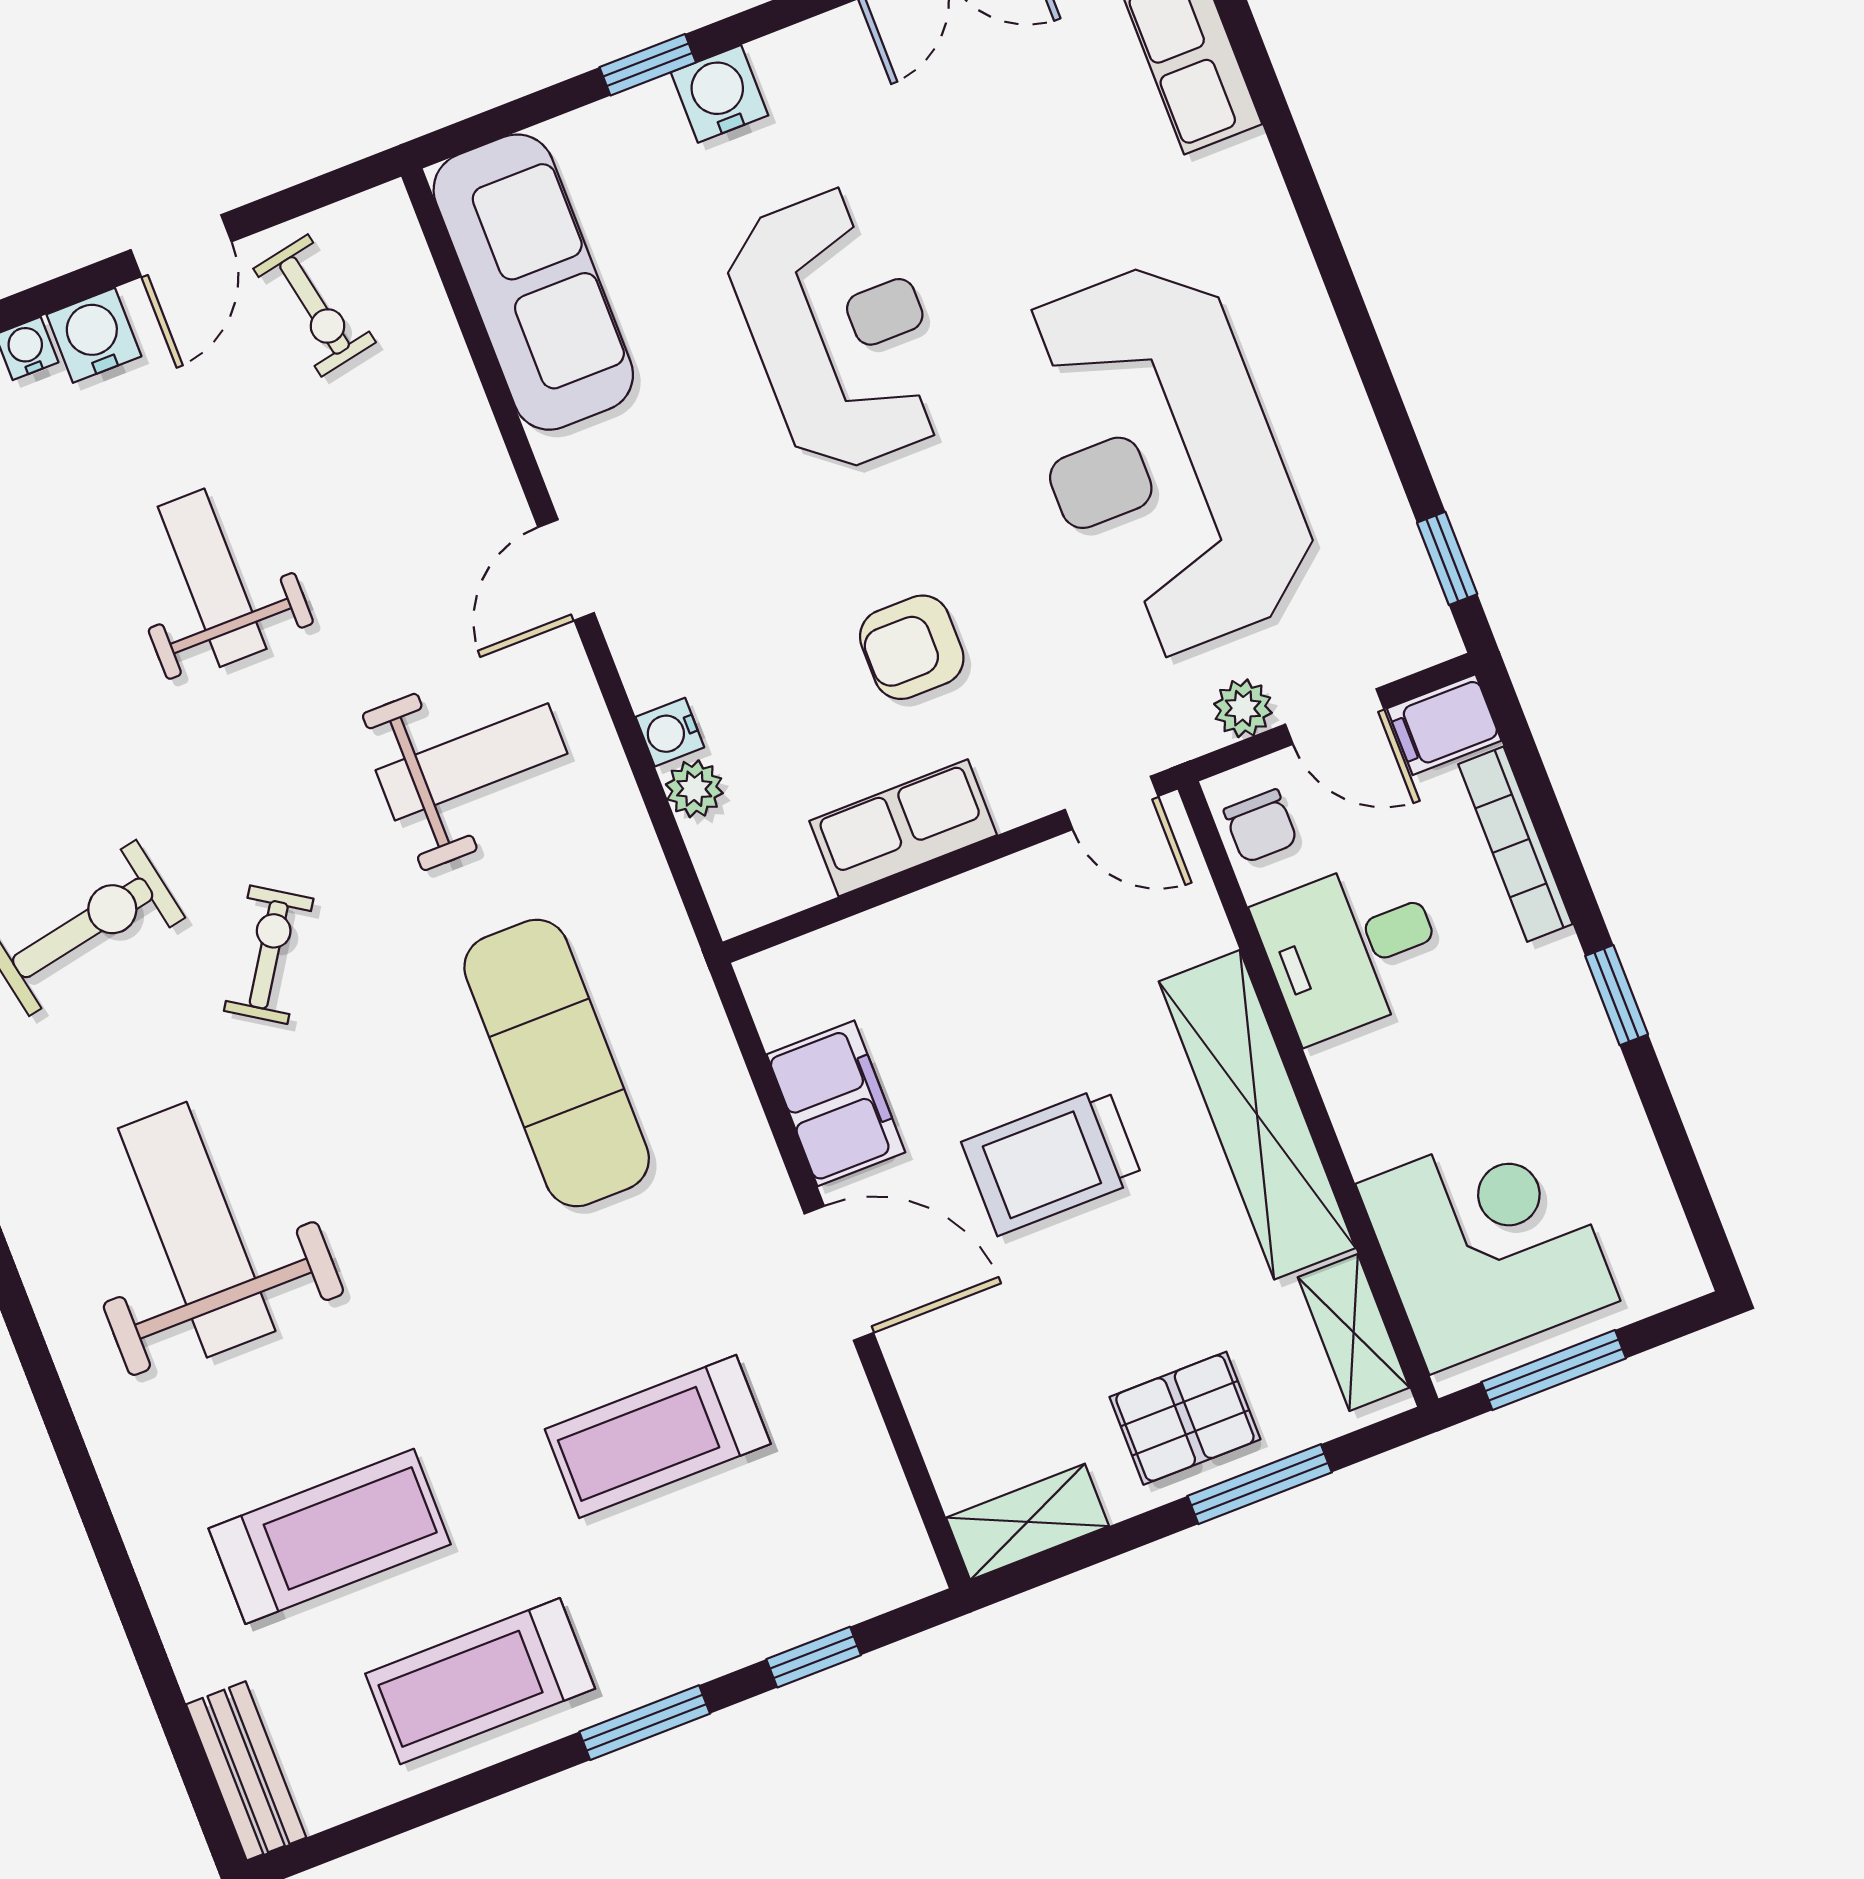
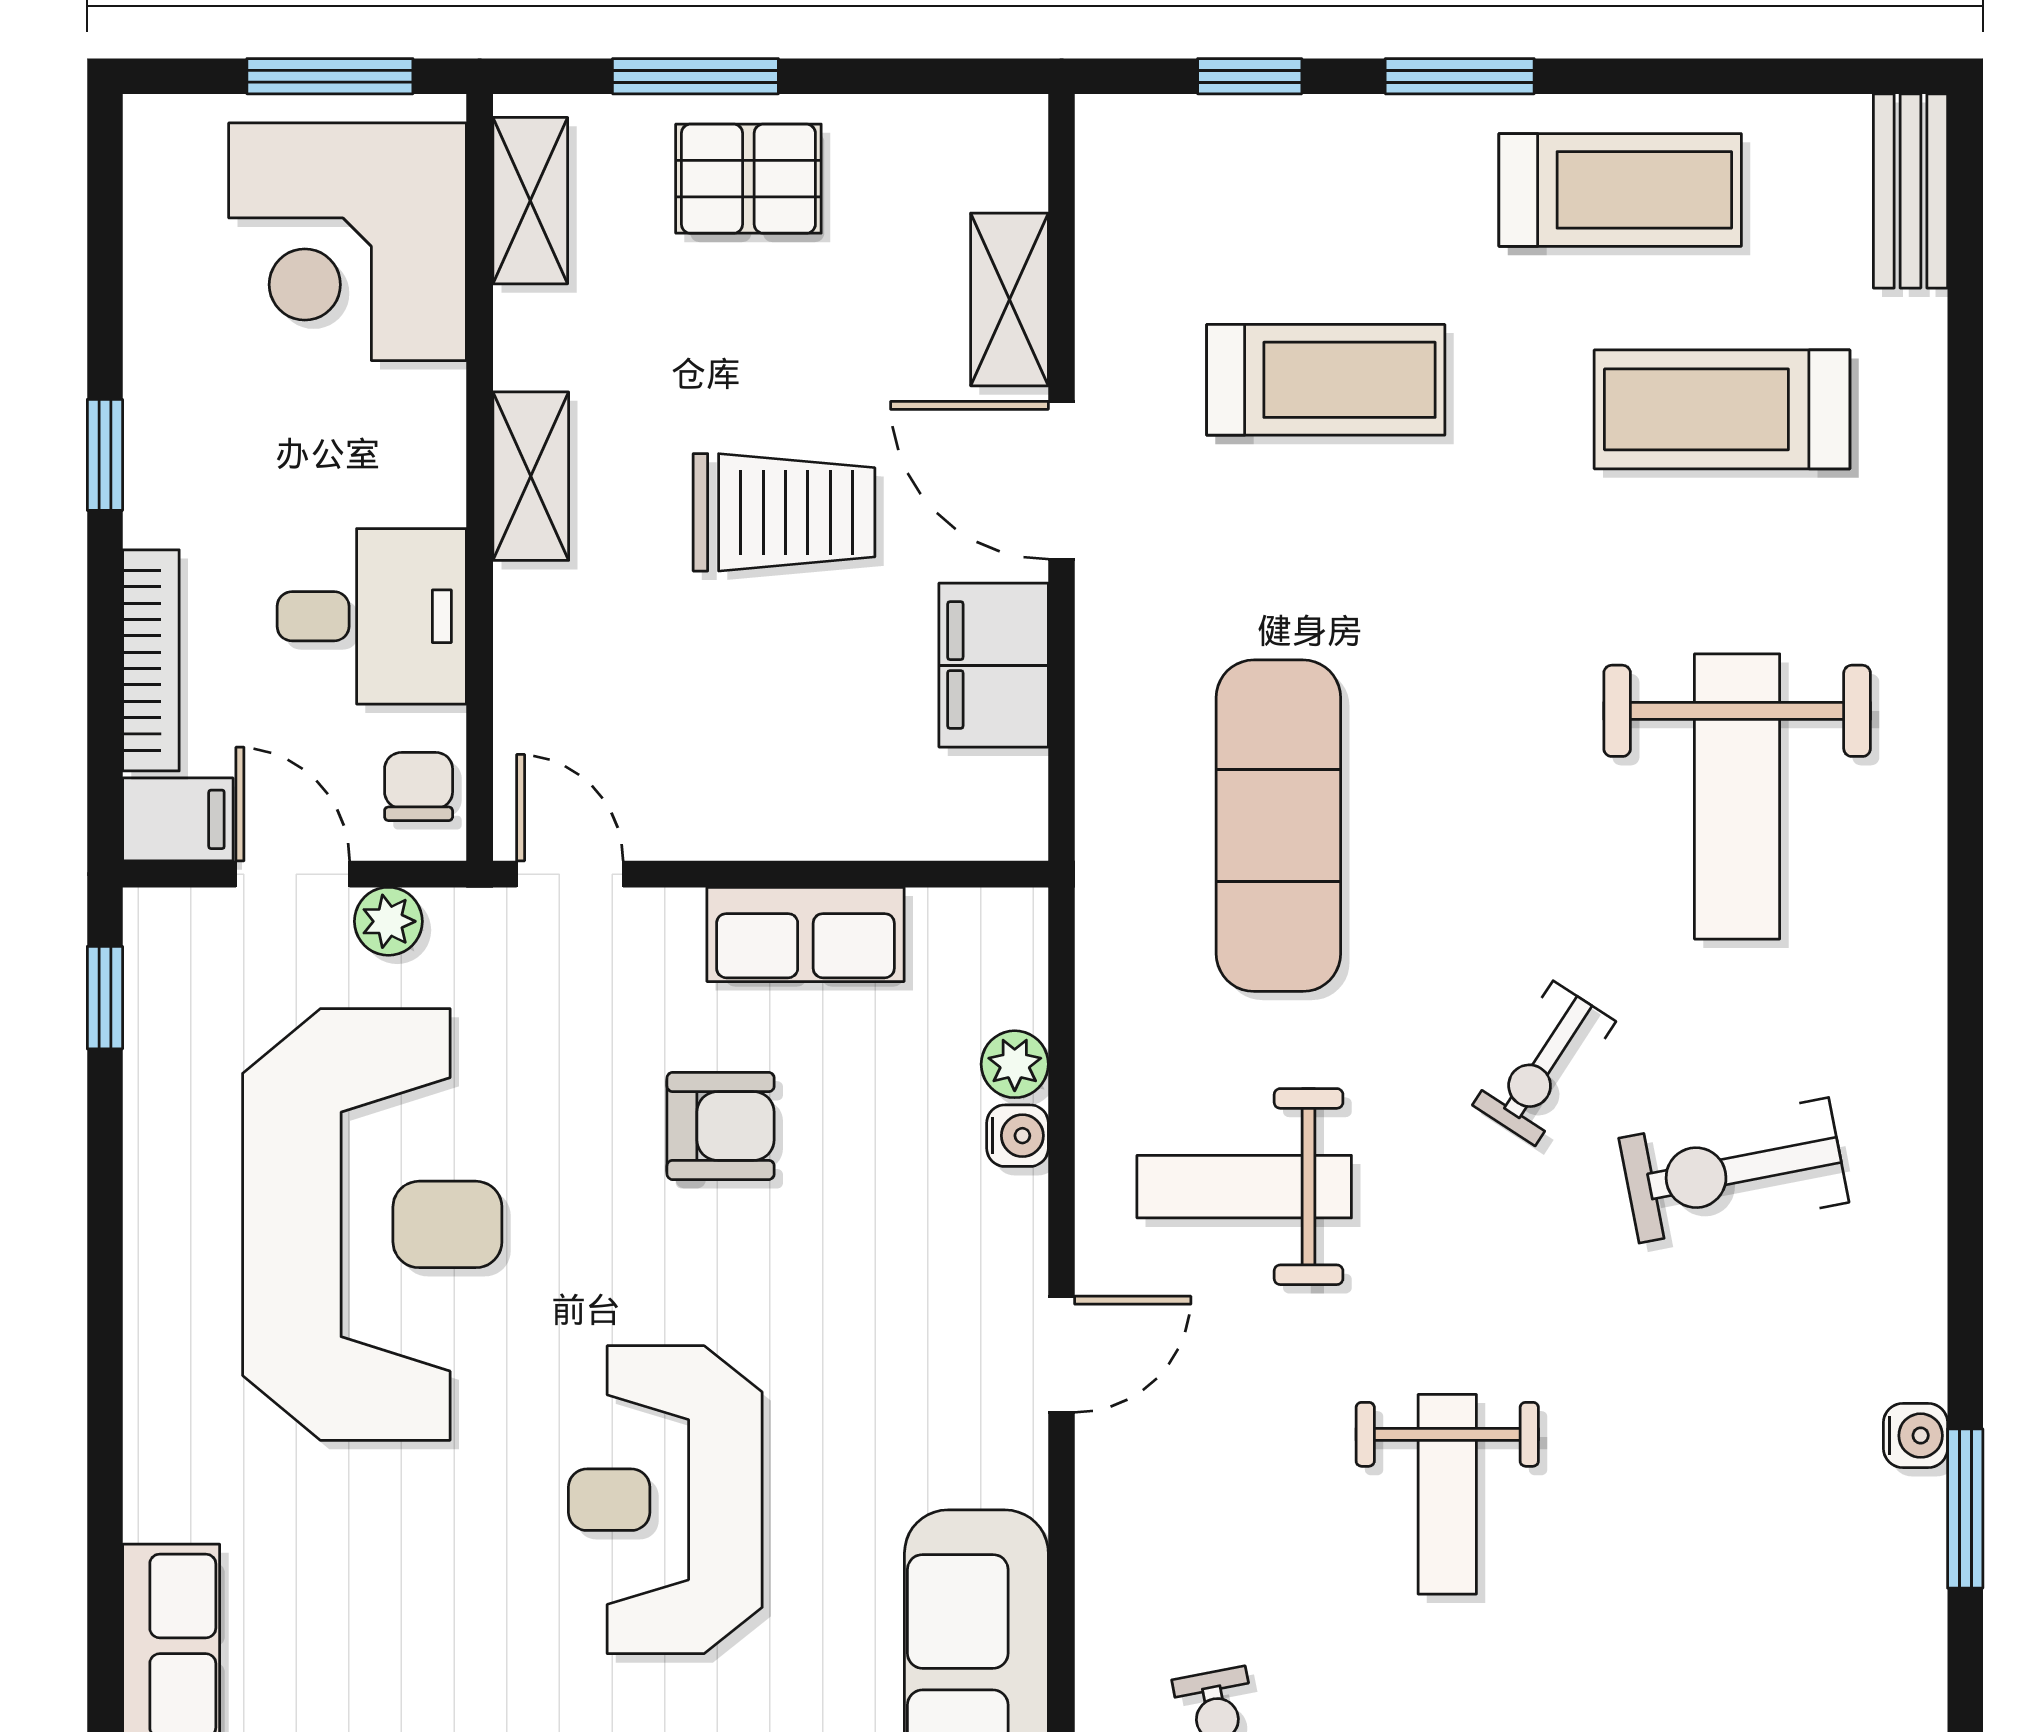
shelving: (1257, 1115) -> (531, 476), width x0.45, depth x0.75
shelving: (1028, 1522) -> (1009, 299), moved, turned 90

